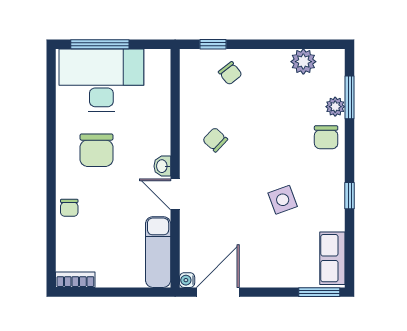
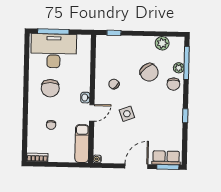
chair: (230, 73) -> (149, 72), moved, width x1.87, depth x1.87
window: (350, 97) -> (186, 63), width x1.44
door: (175, 194) -> (92, 113), swing flipped
side table: (283, 200) -> (127, 114), moved
chair: (69, 208) -> (51, 125), moved
row of seats: (332, 258) -> (166, 158), moved, turned 90
door: (218, 292) -> (136, 166), moved

